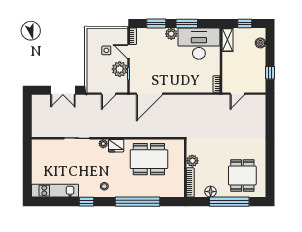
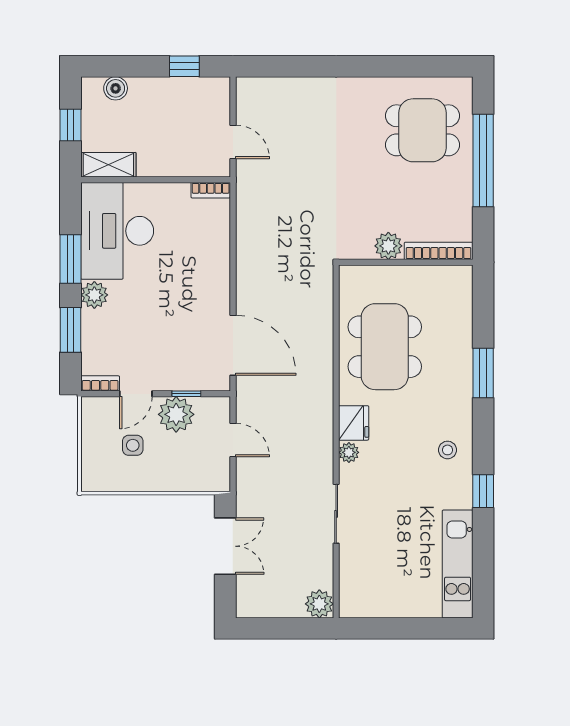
plant: (38, 131) -> (319, 604), added
floor lamp: (211, 192) -> (460, 204), removed
window: (138, 202) -> (483, 373), width x0.47

